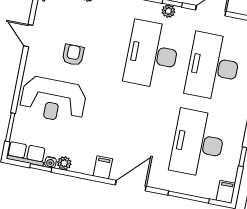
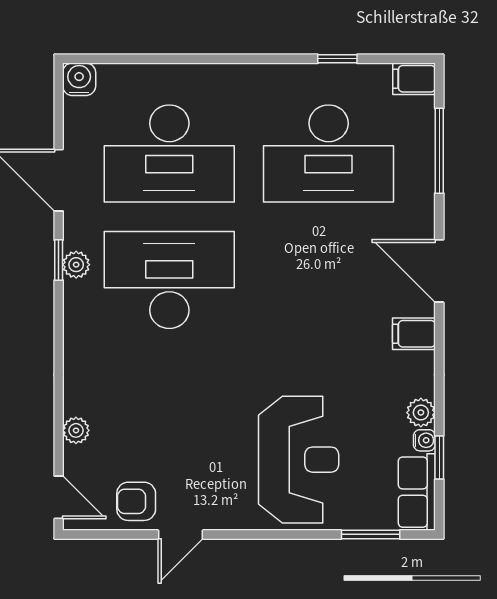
armchair: (73, 55) -> (136, 501), moved
desk: (152, 55) -> (169, 280), turned 180

